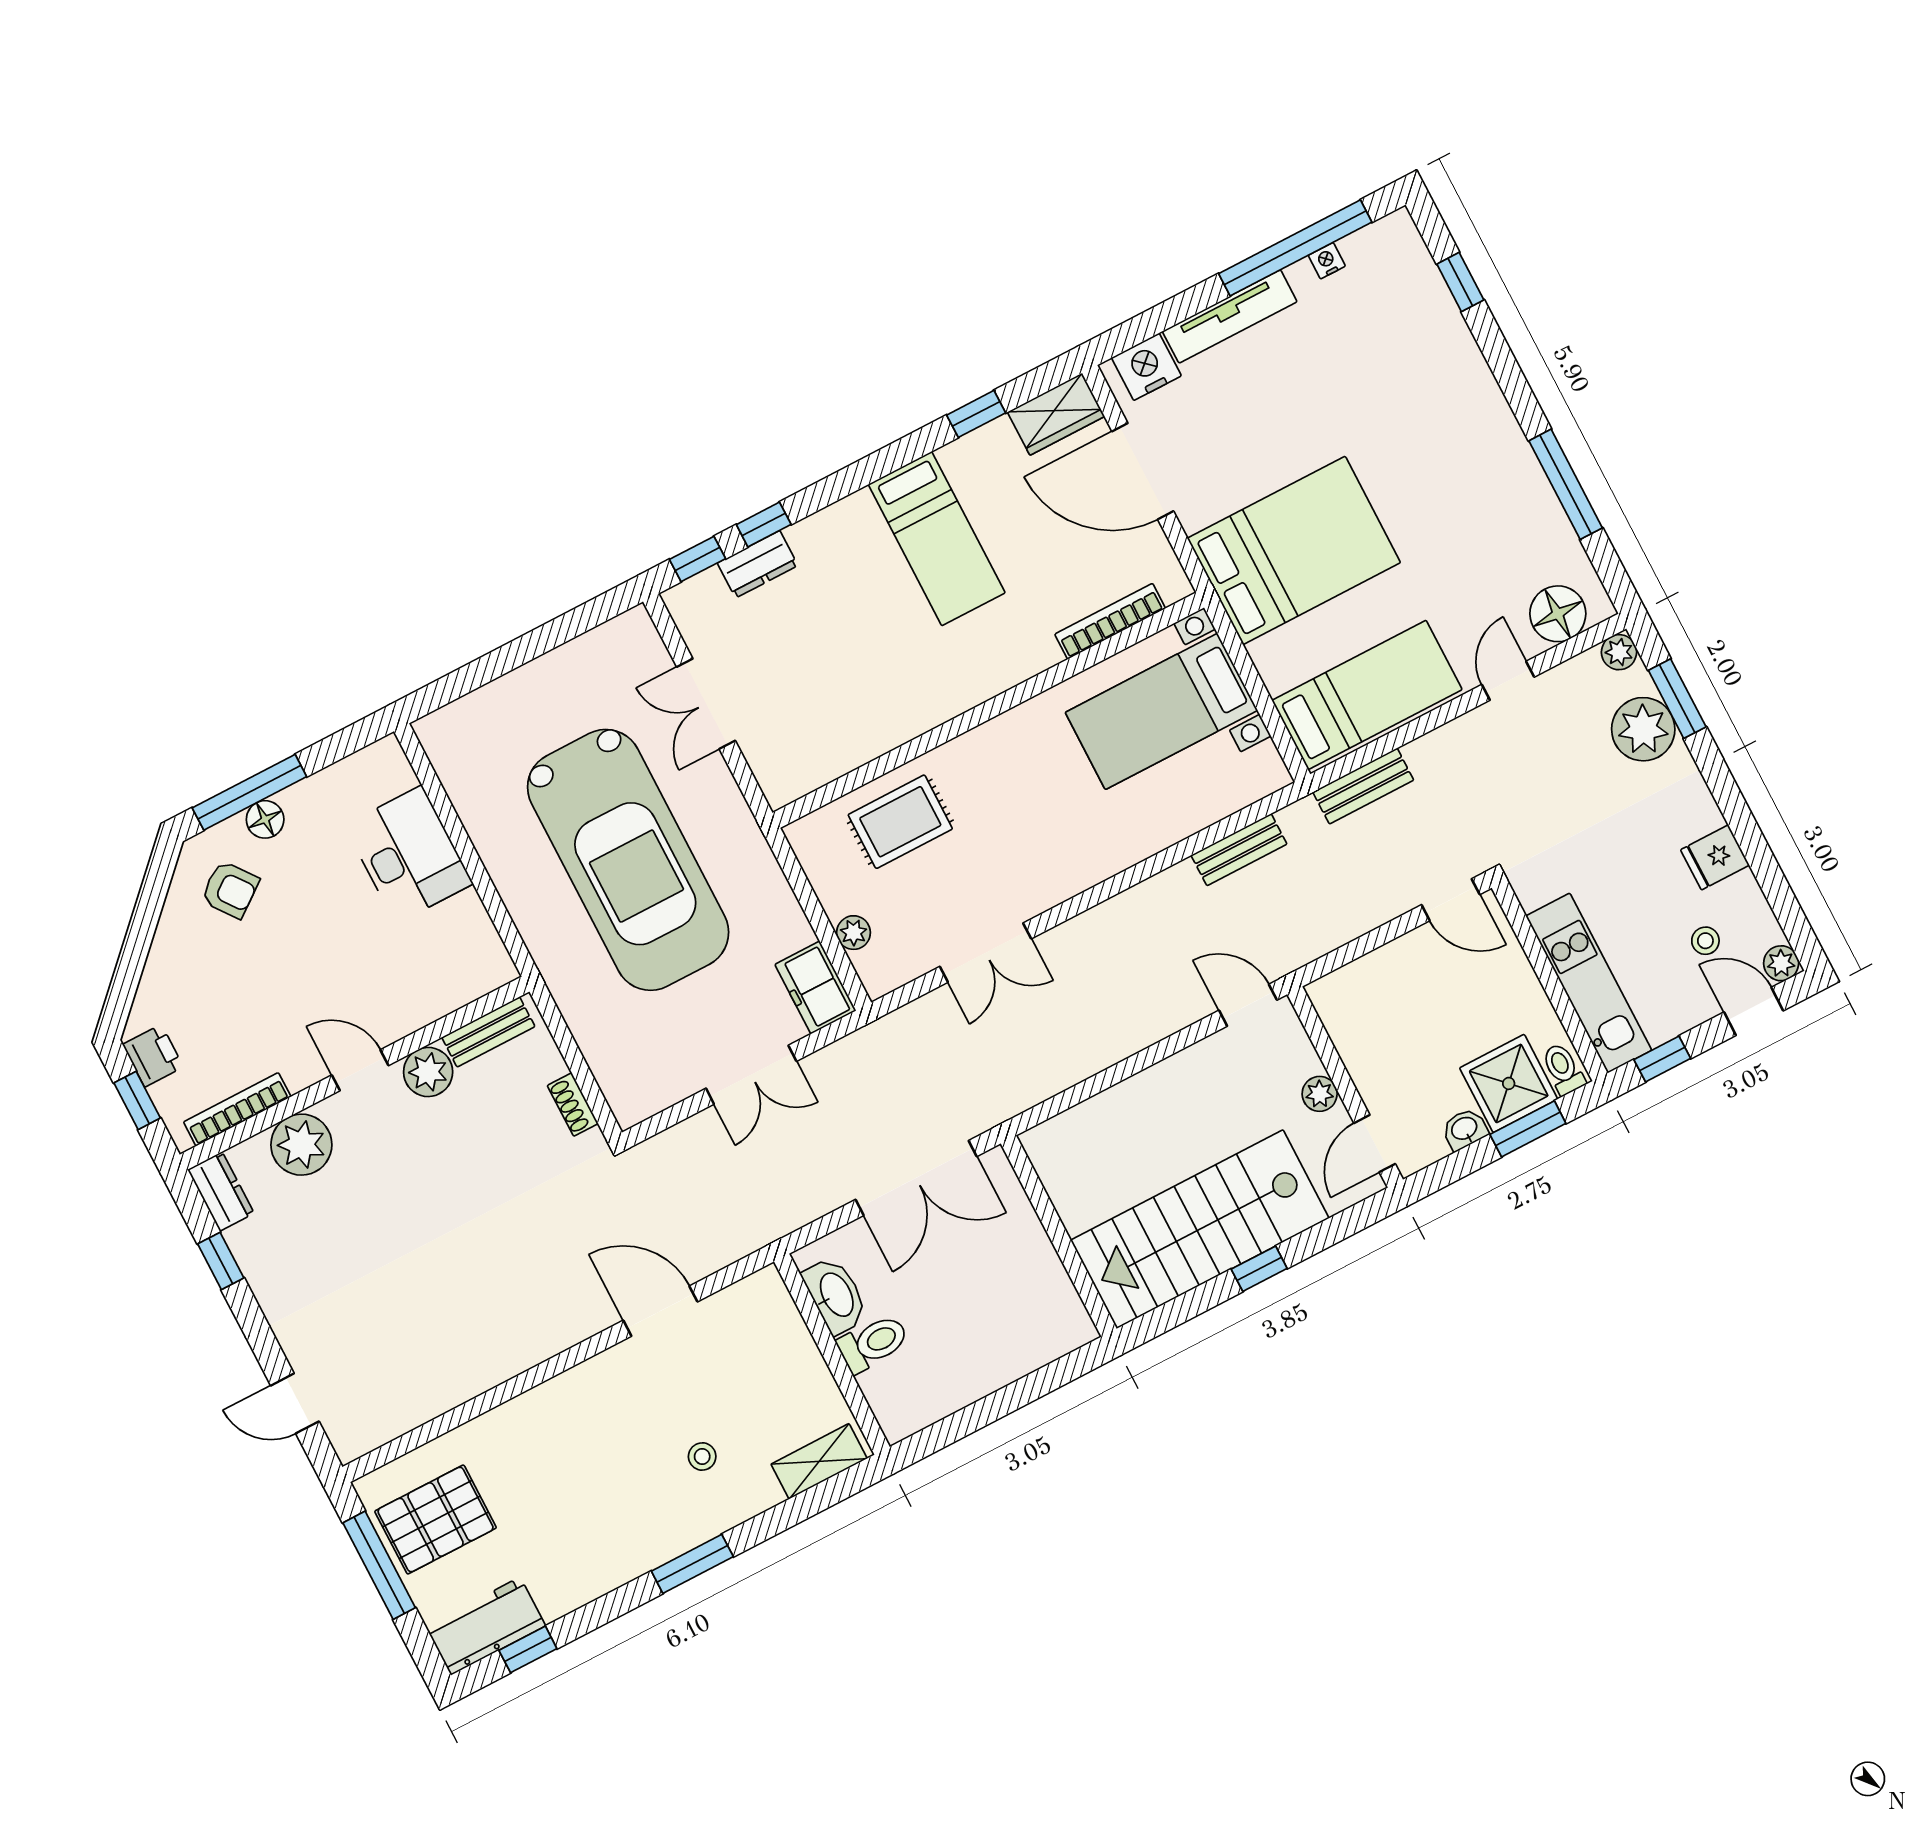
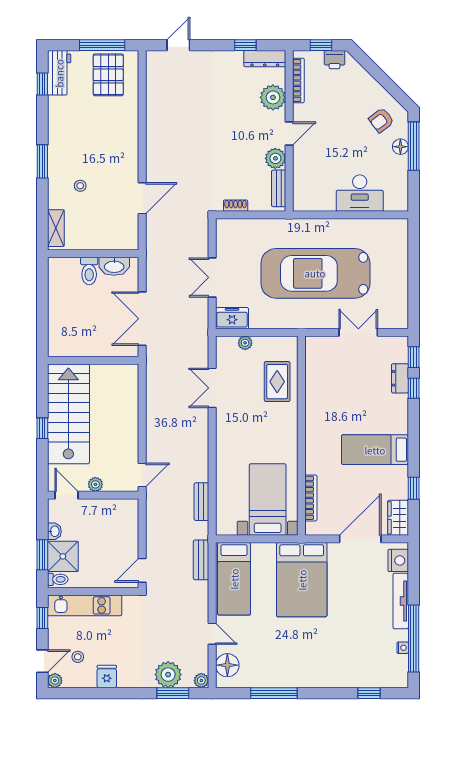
dresser: (221, 1192) -> (265, 59), width x1.44

